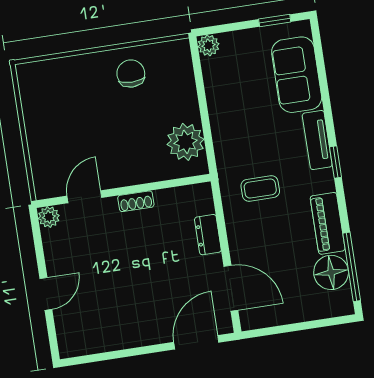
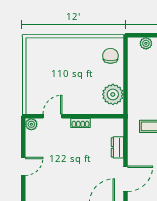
plant: (209, 45) -> (146, 43), moved
chair: (131, 74) -> (110, 56), moved
door: (231, 288) -> (125, 179), hinge flipped

